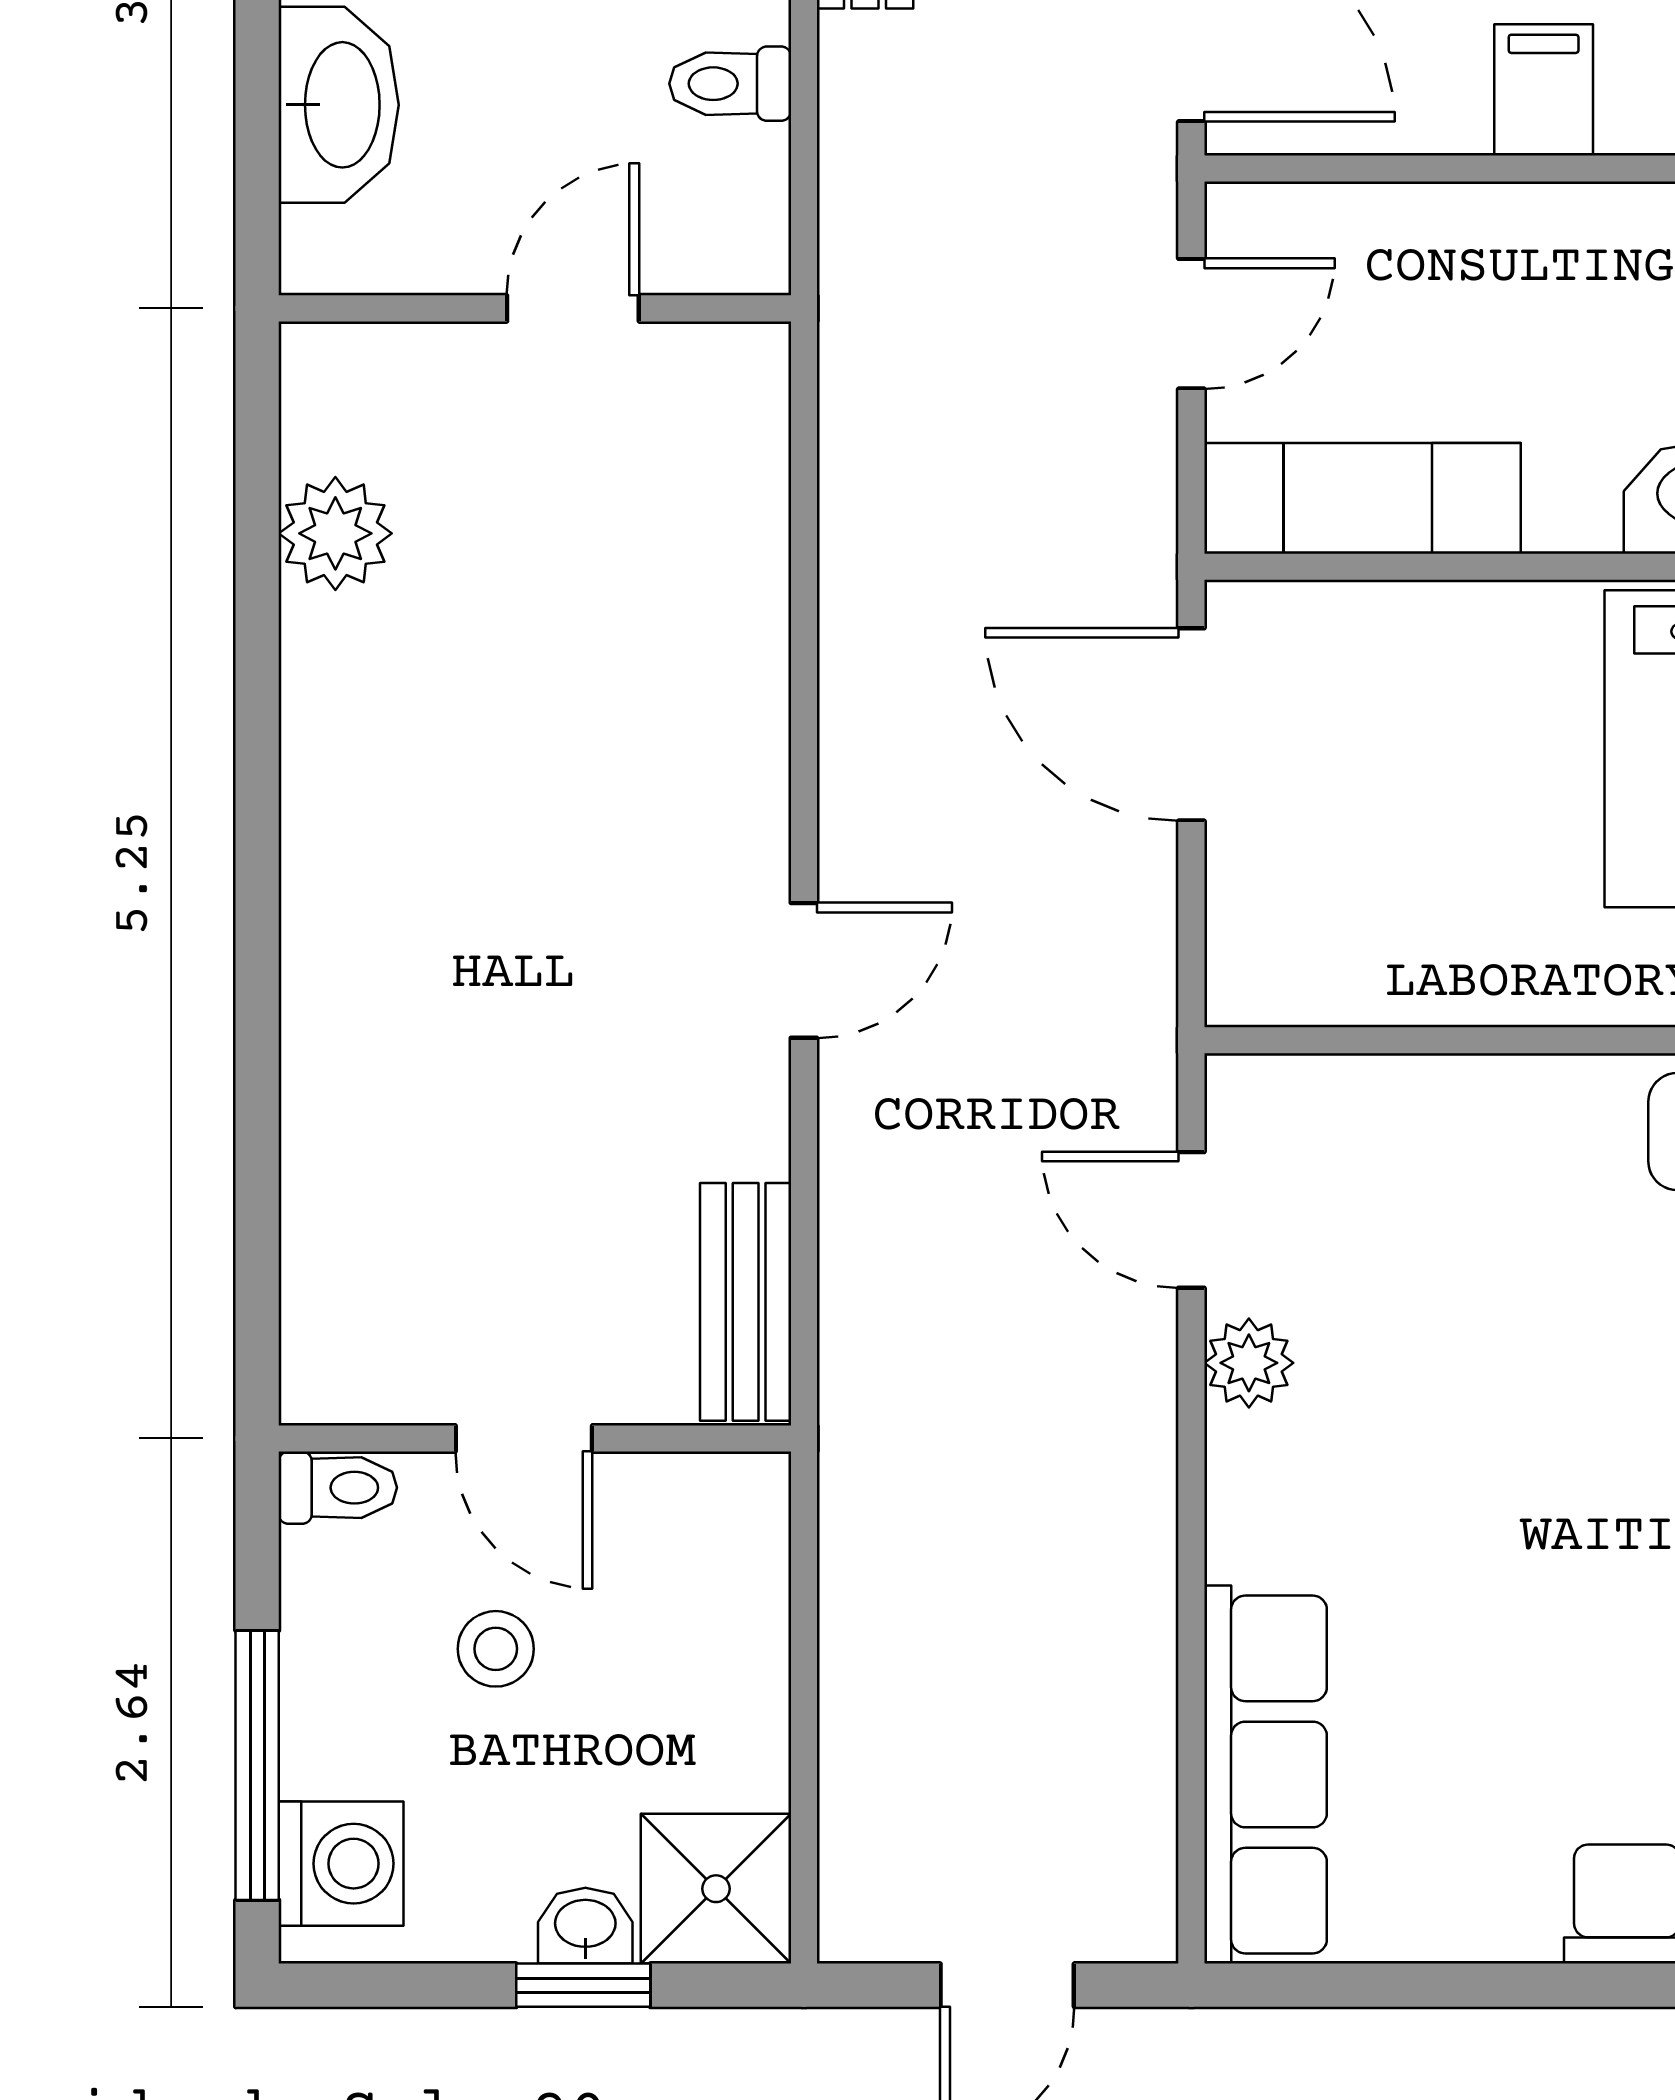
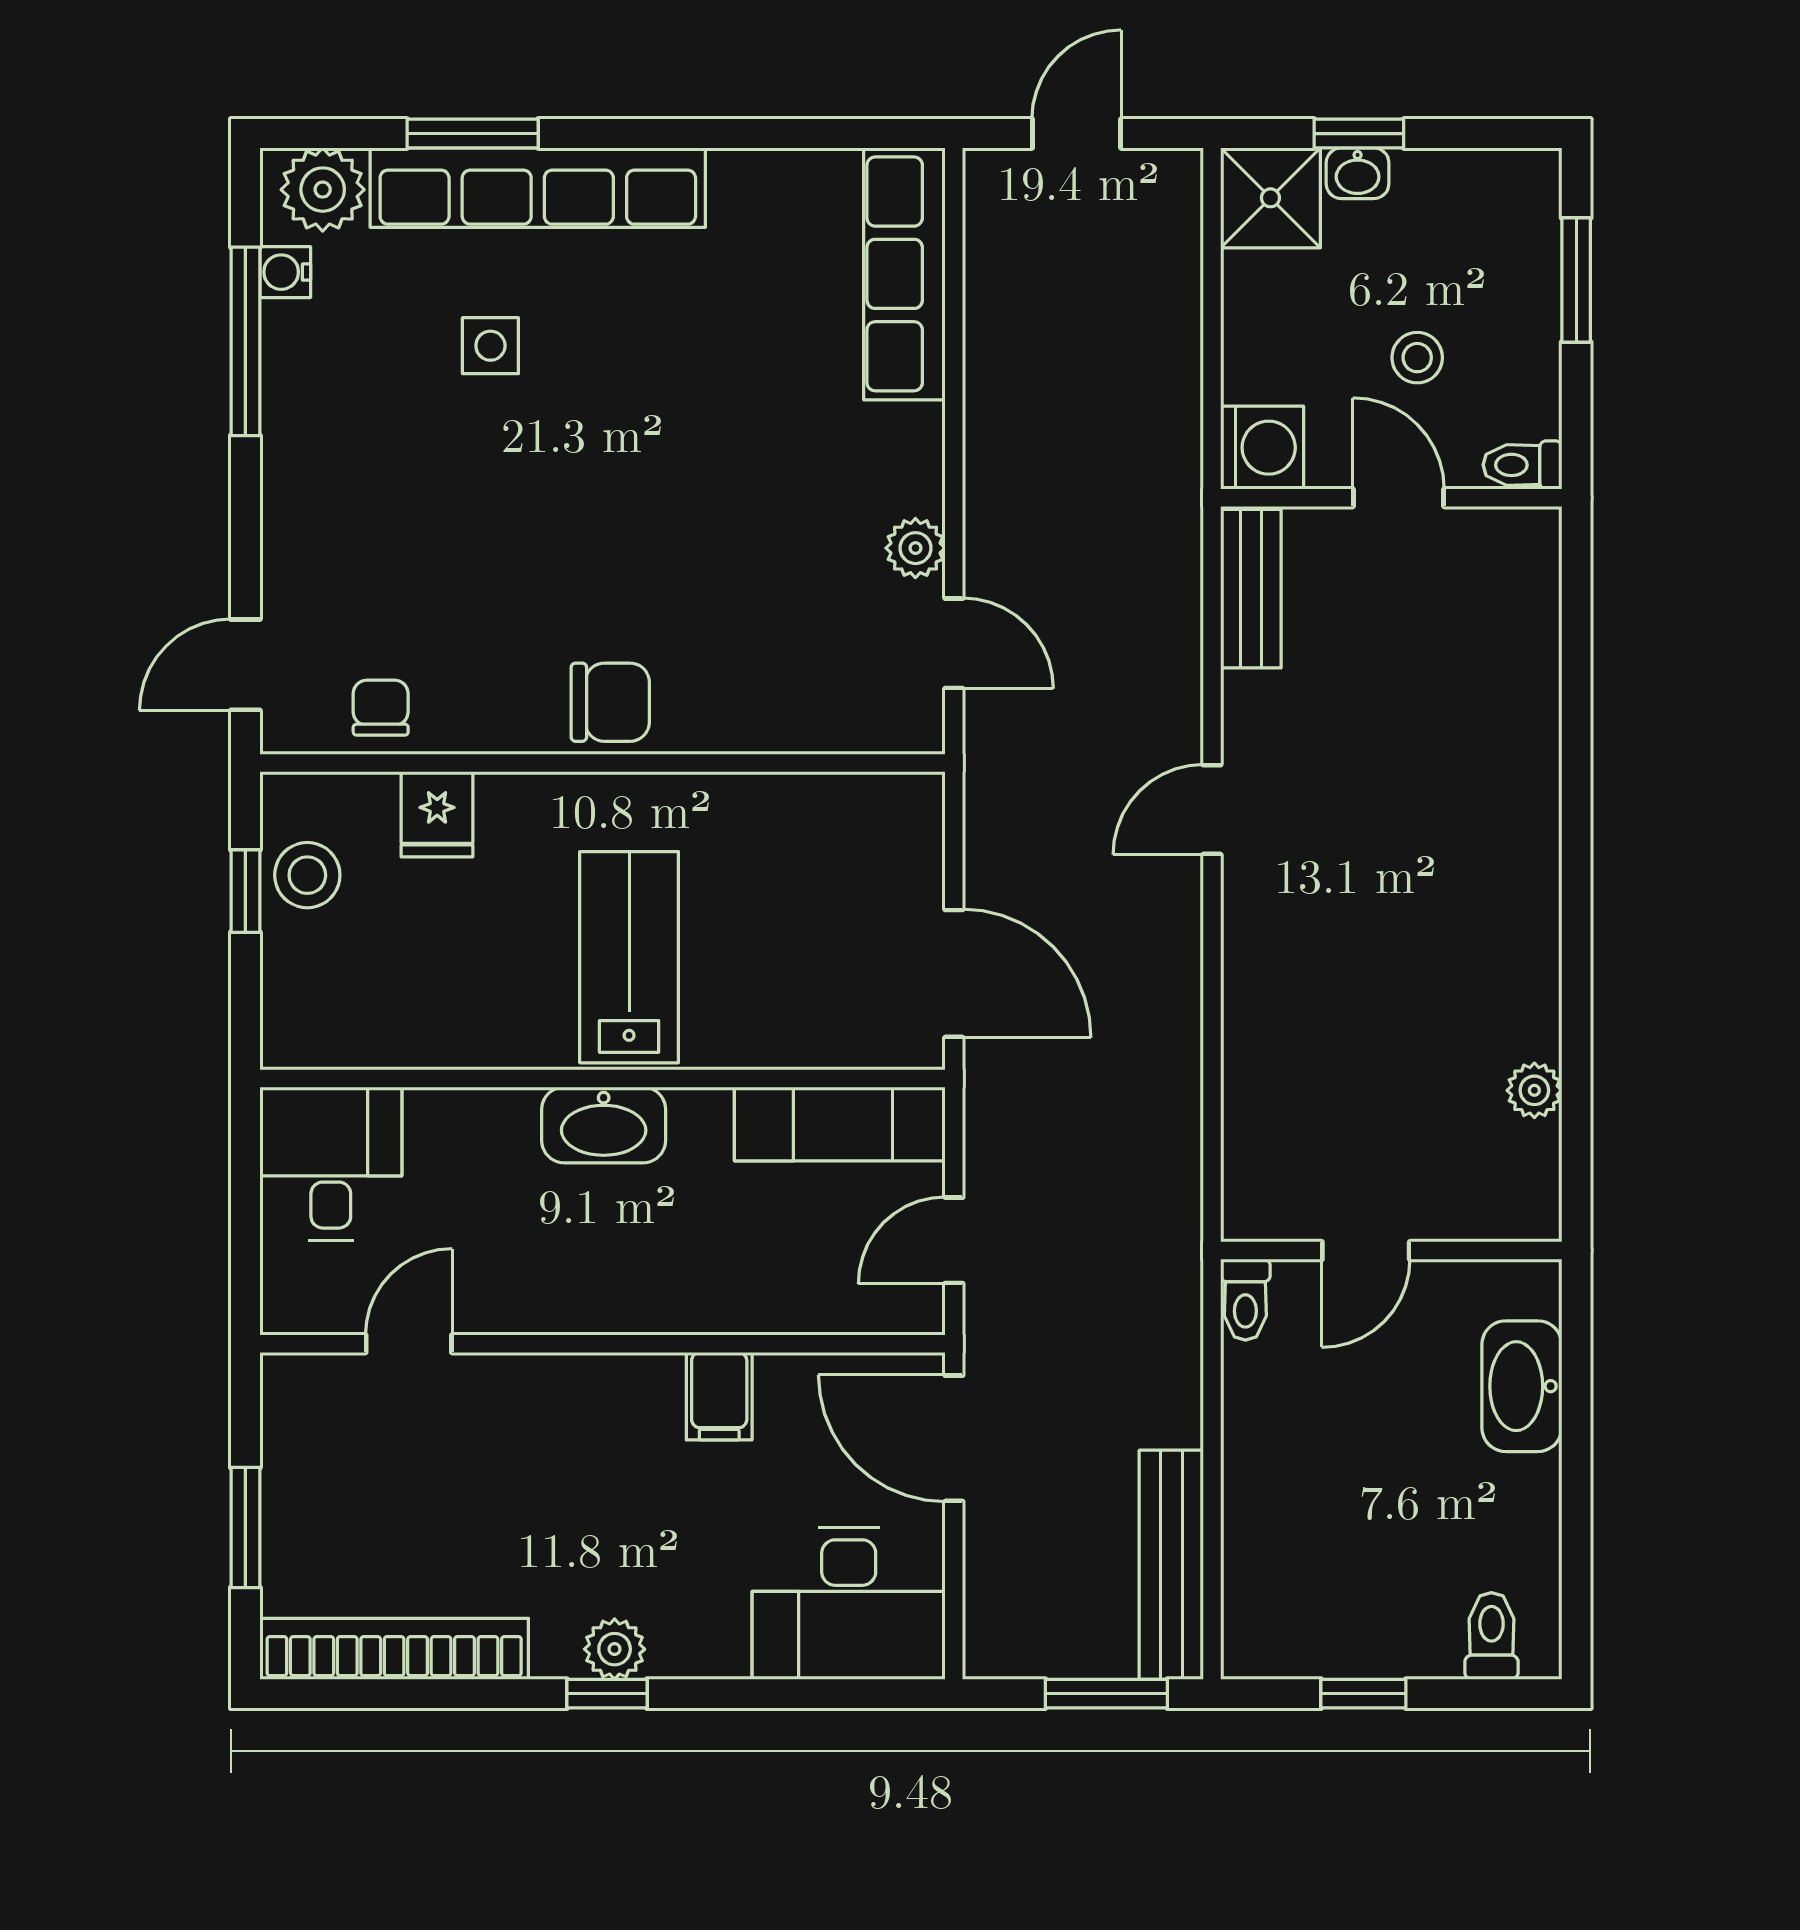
toilet: (730, 84) -> (1245, 1300), moved, turned 90
plant: (335, 533) -> (1534, 1090), width x0.73, depth x0.73
window: (257, 1765) -> (1576, 280), width x0.69
washing machine: (341, 1864) -> (1262, 448), moved, turned 180

